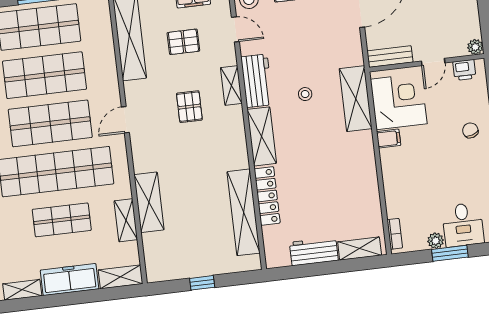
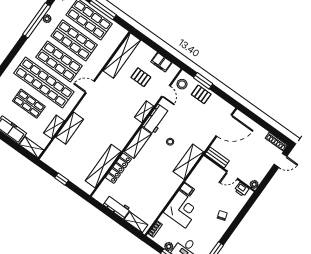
corner desk: (399, 101) -> (182, 209), moved
pallet: (189, 107) -> (120, 105), removed

